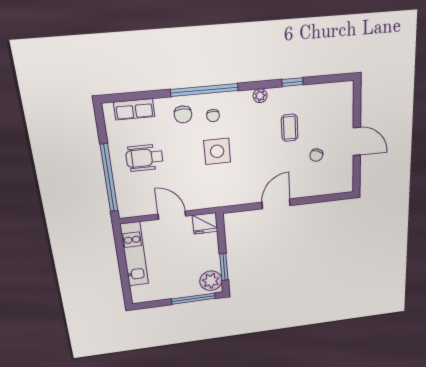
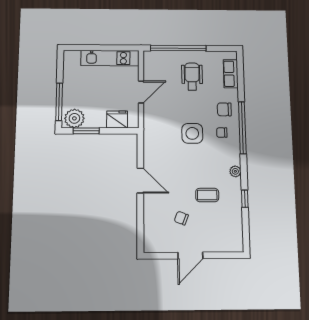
fridge: (205, 223) -> (117, 120), moved, turned 90

